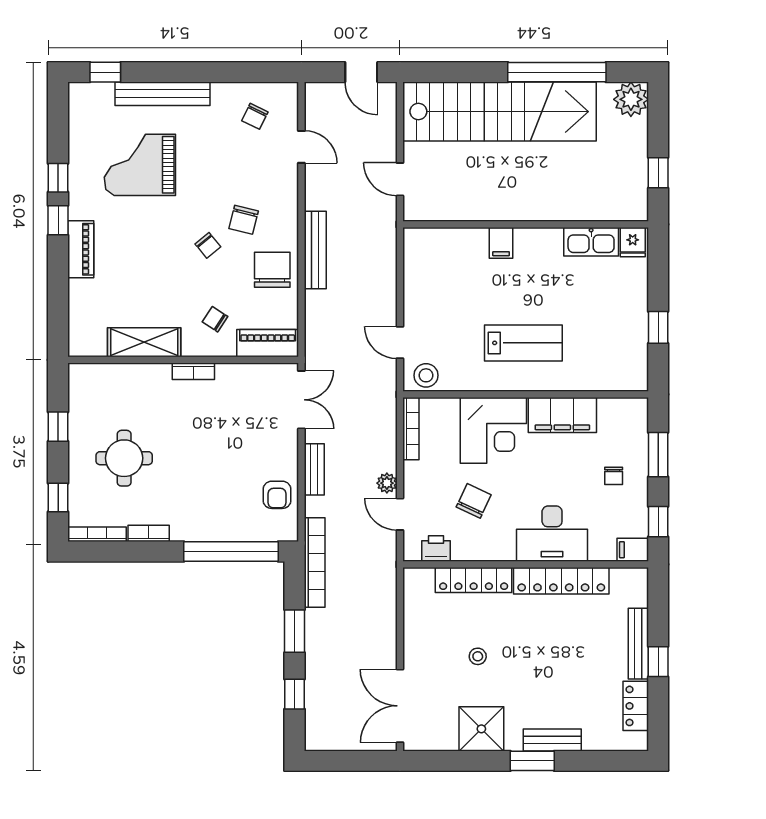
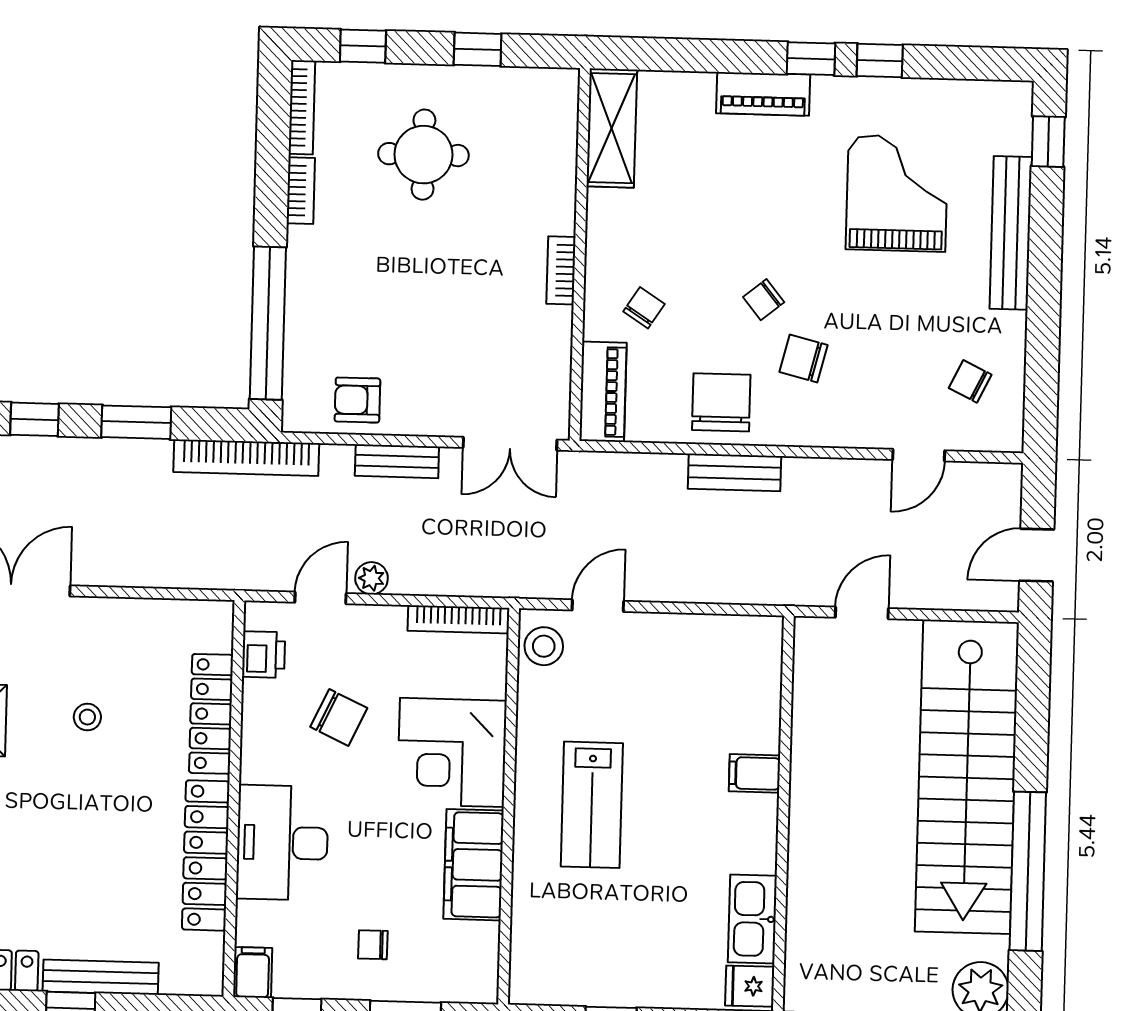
bench: (315, 250) -> (735, 472), width x0.73
chair: (272, 270) -> (721, 402), turned -90
shelving: (144, 342) -> (612, 128), moved

